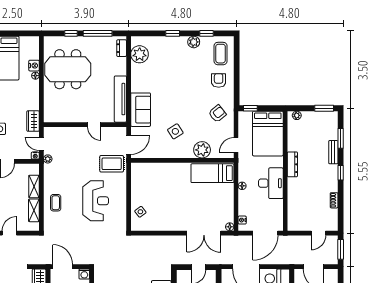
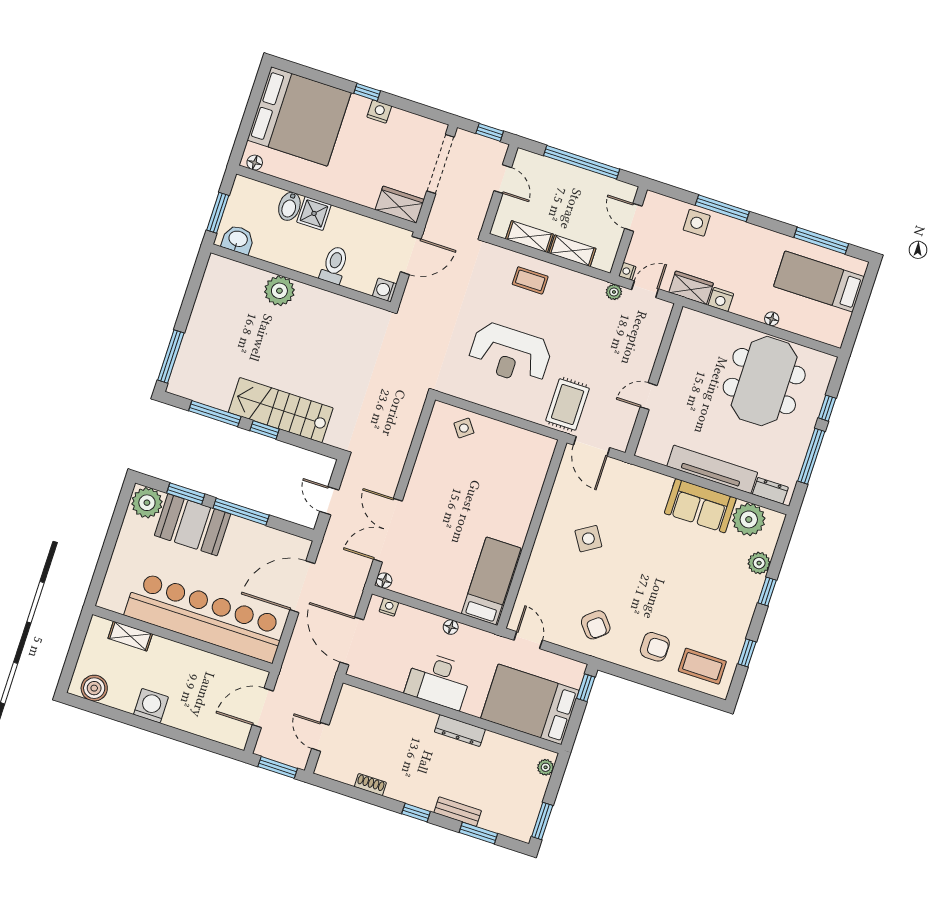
plant: (194, 42) -> (759, 563), moved
nightstand: (34, 66) -> (721, 299), moved
tv unit: (120, 99) -> (712, 469), moved
sofa: (141, 110) -> (700, 506), moved
plant: (202, 150) -> (539, 576), removed

